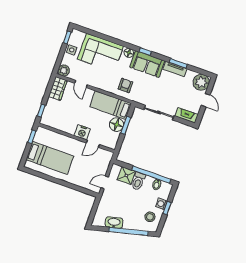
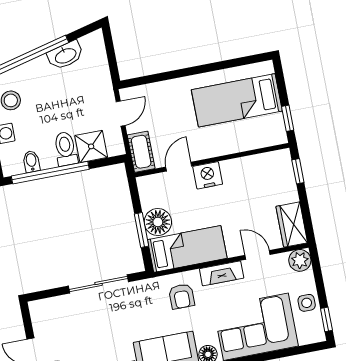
fireplace: (187, 115) -> (222, 273), moved
cot: (106, 160) -> (141, 152), added

